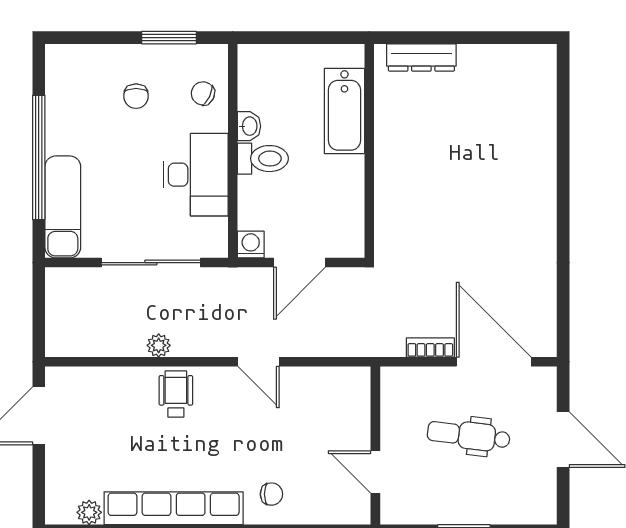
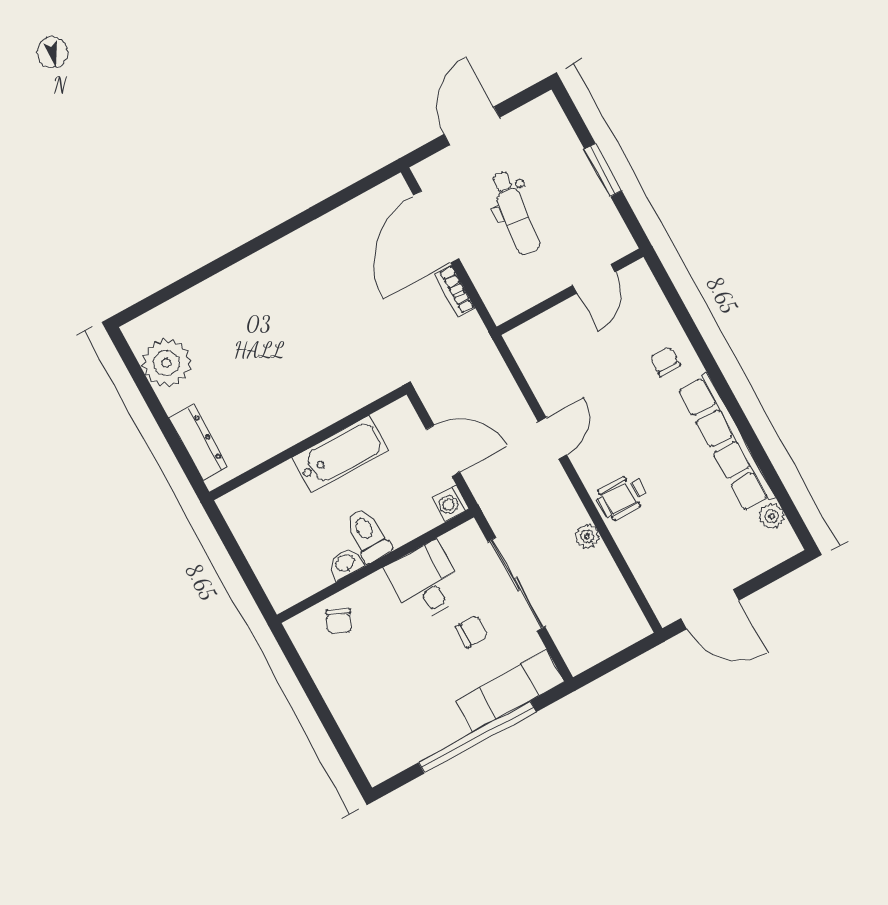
window: (169, 38) -> (305, 679), removed
plant: (504, 68) -> (166, 363), added
chair: (136, 96) -> (472, 631), moved
bathtub: (344, 111) -> (340, 454), moved
desk: (196, 175) -> (425, 582), width x0.73

